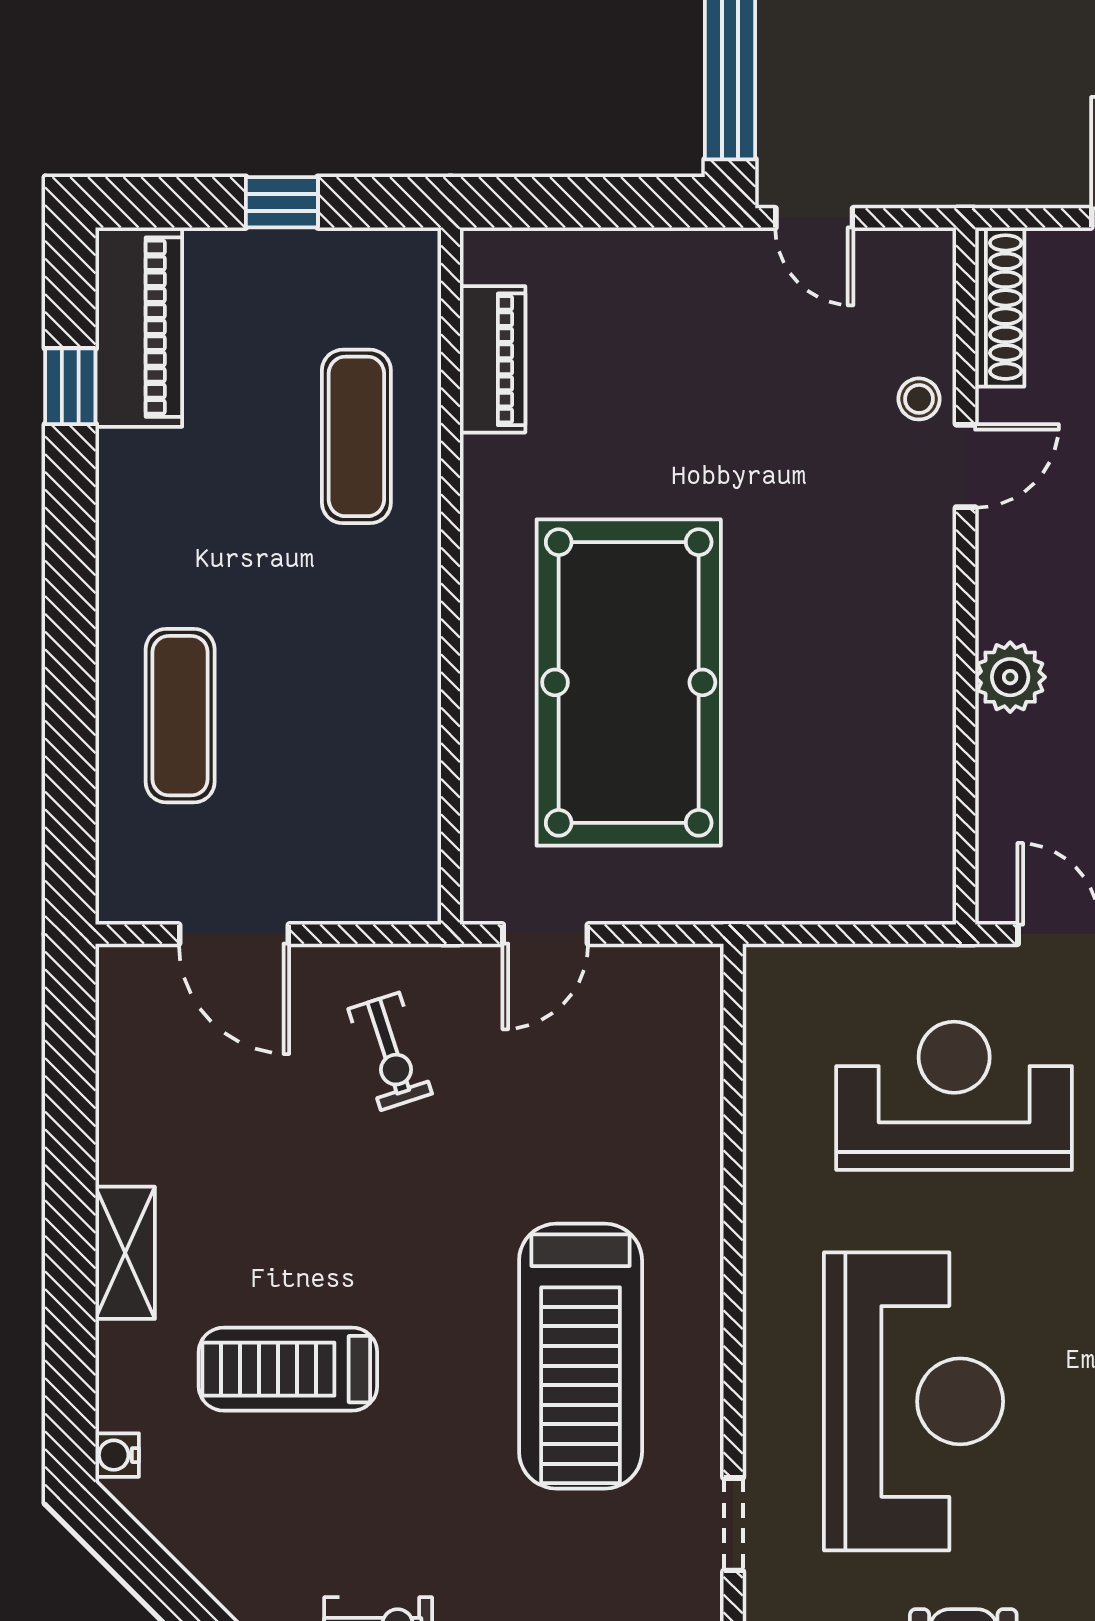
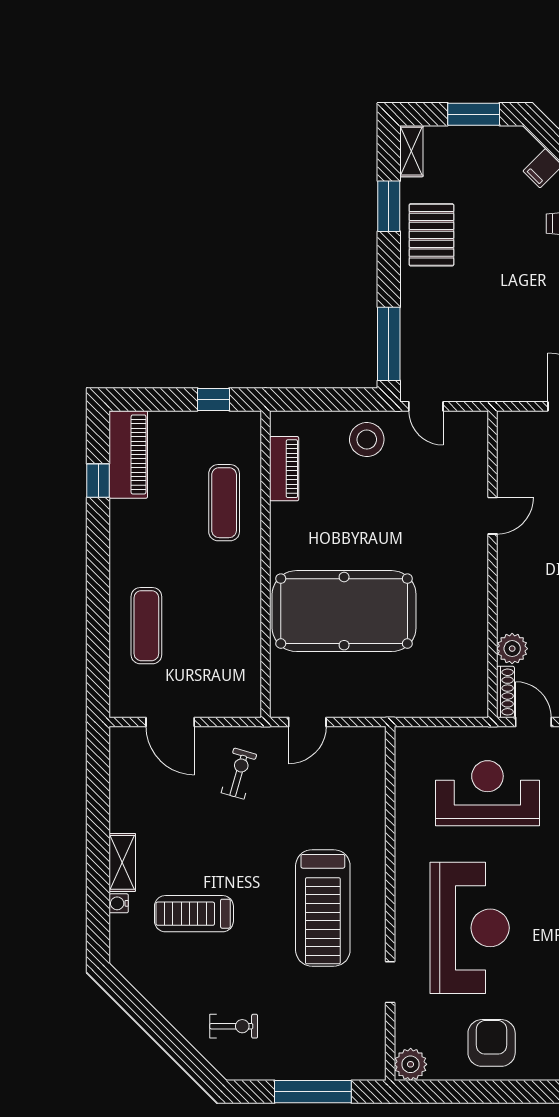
window: (282, 202) -> (213, 399), moved
shoe rack: (1000, 307) -> (505, 692), moved, width x0.74, depth x0.81
stool: (919, 399) -> (367, 440), moved, width x1.89, depth x1.89
plant: (1010, 677) -> (512, 649), moved
pool table: (629, 682) -> (344, 611), turned 90
exercise bike: (390, 1051) -> (239, 774), turned -146
water cooler: (117, 1455) -> (119, 903), moved

